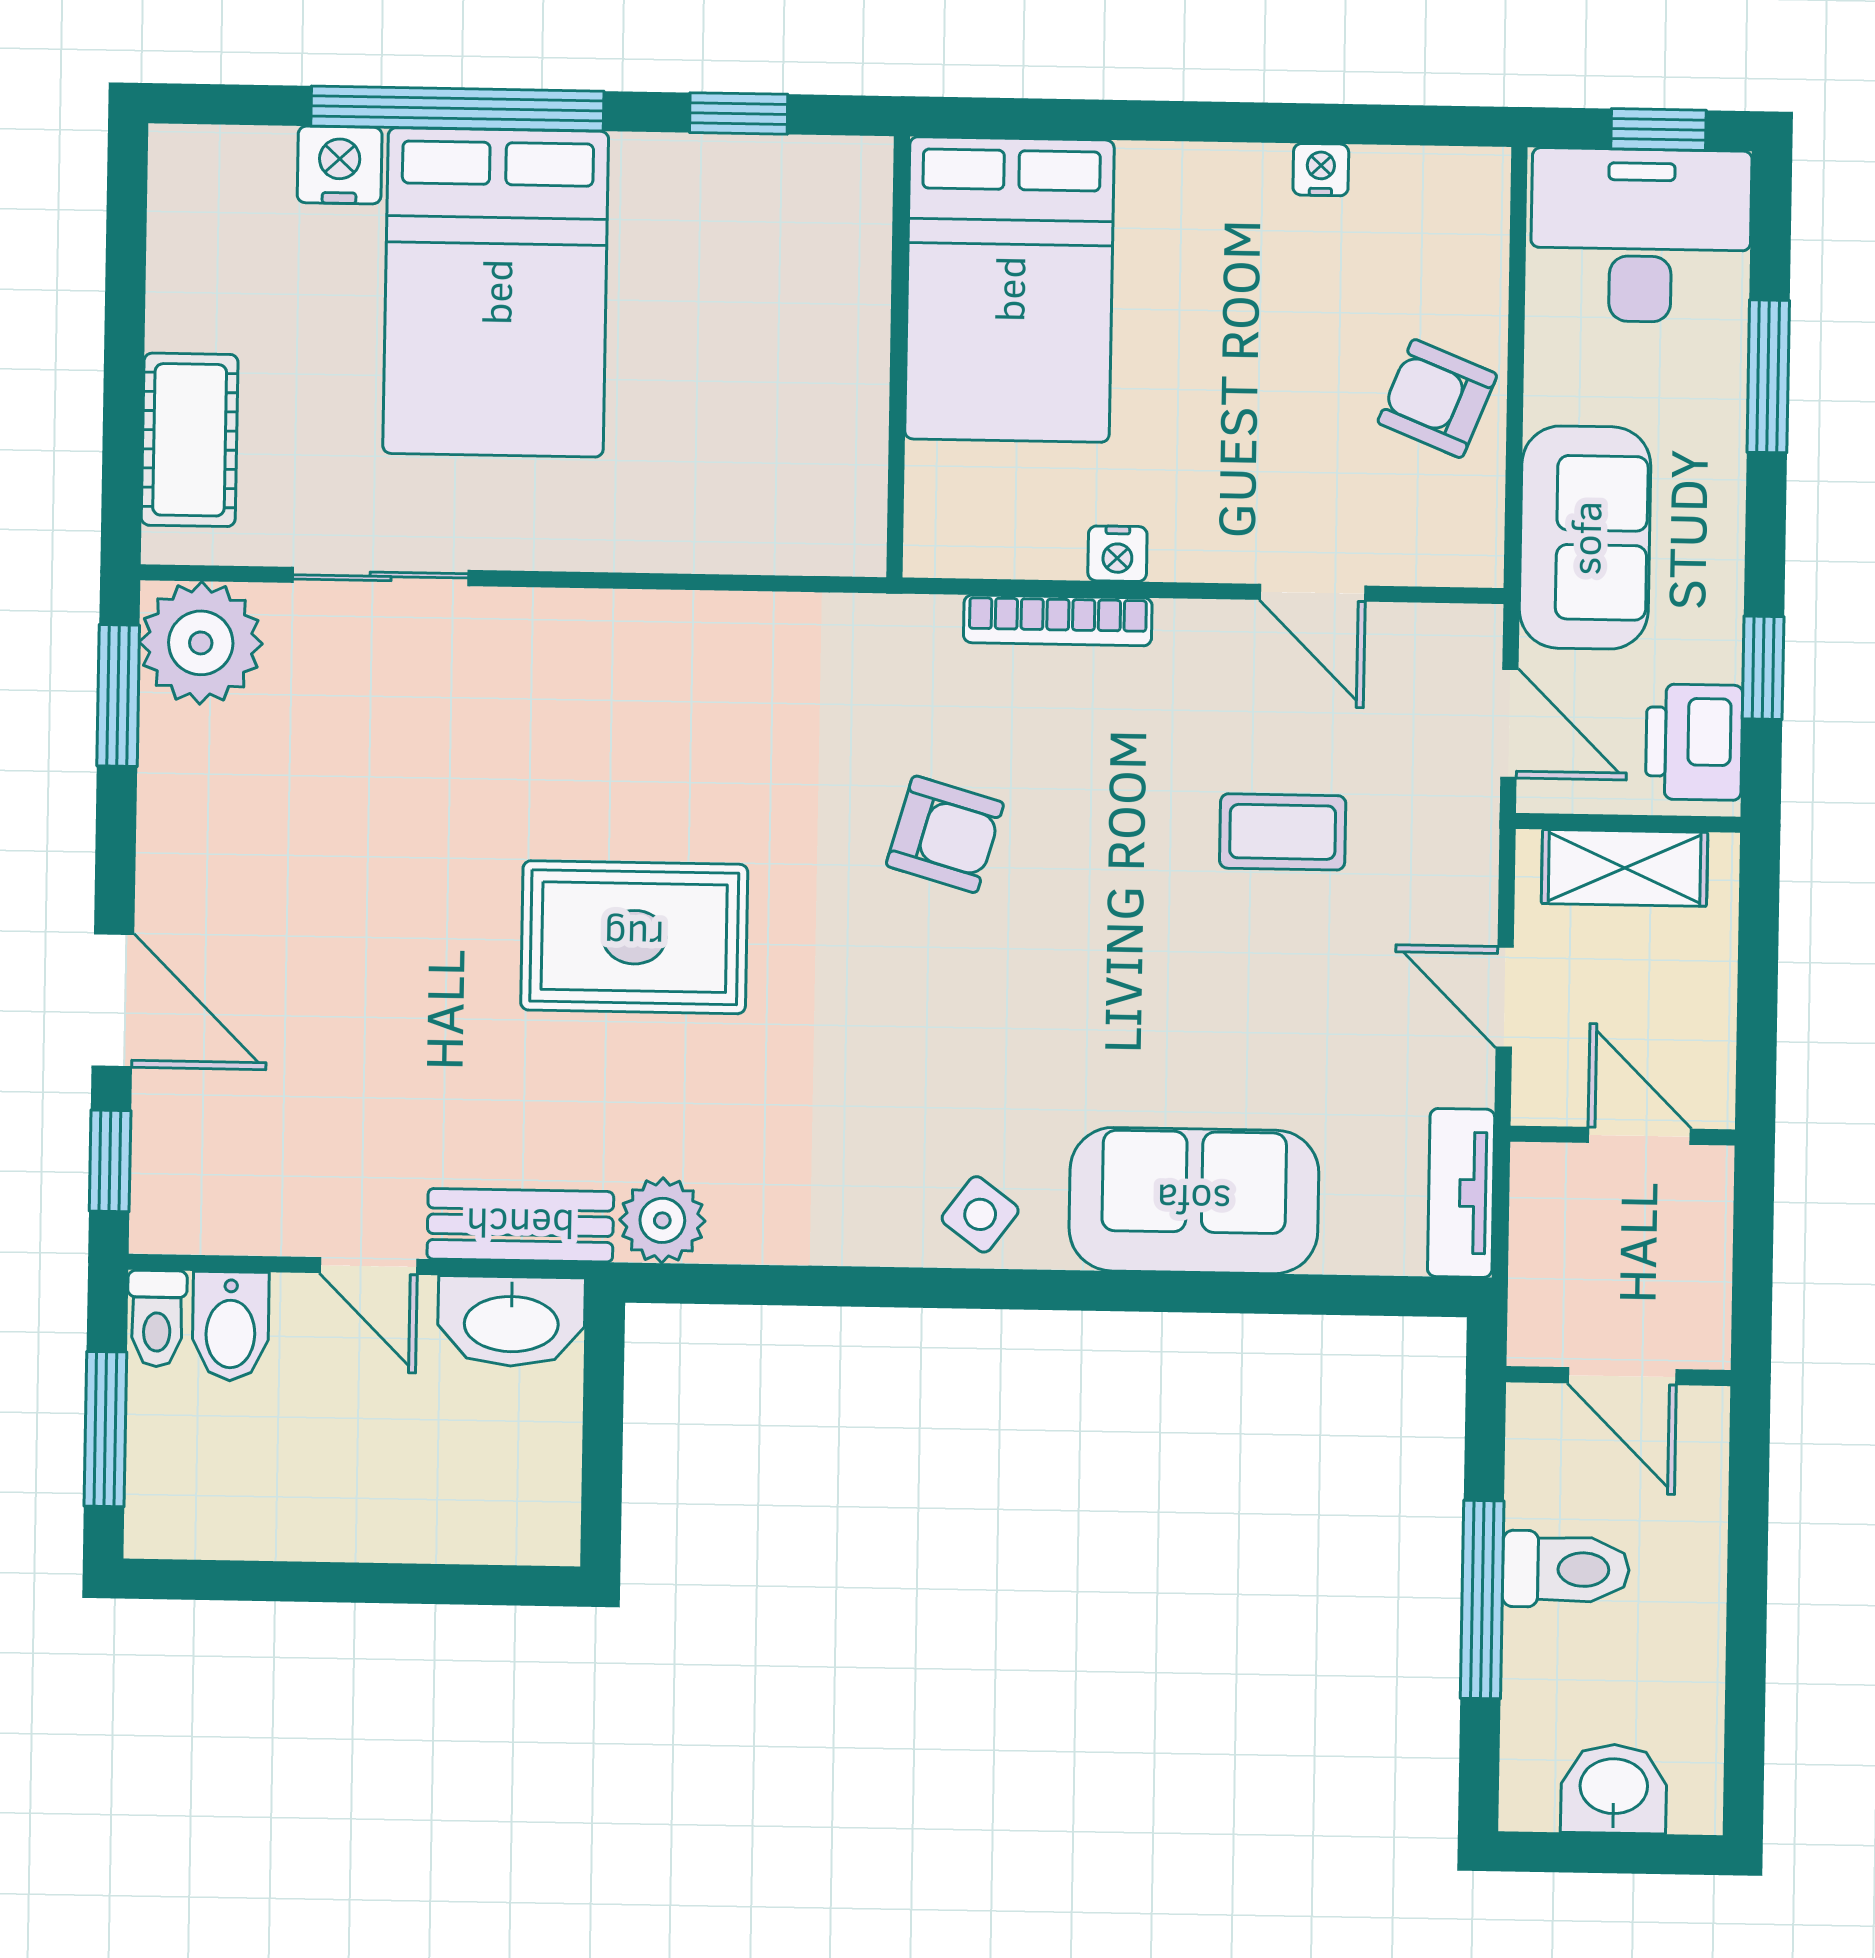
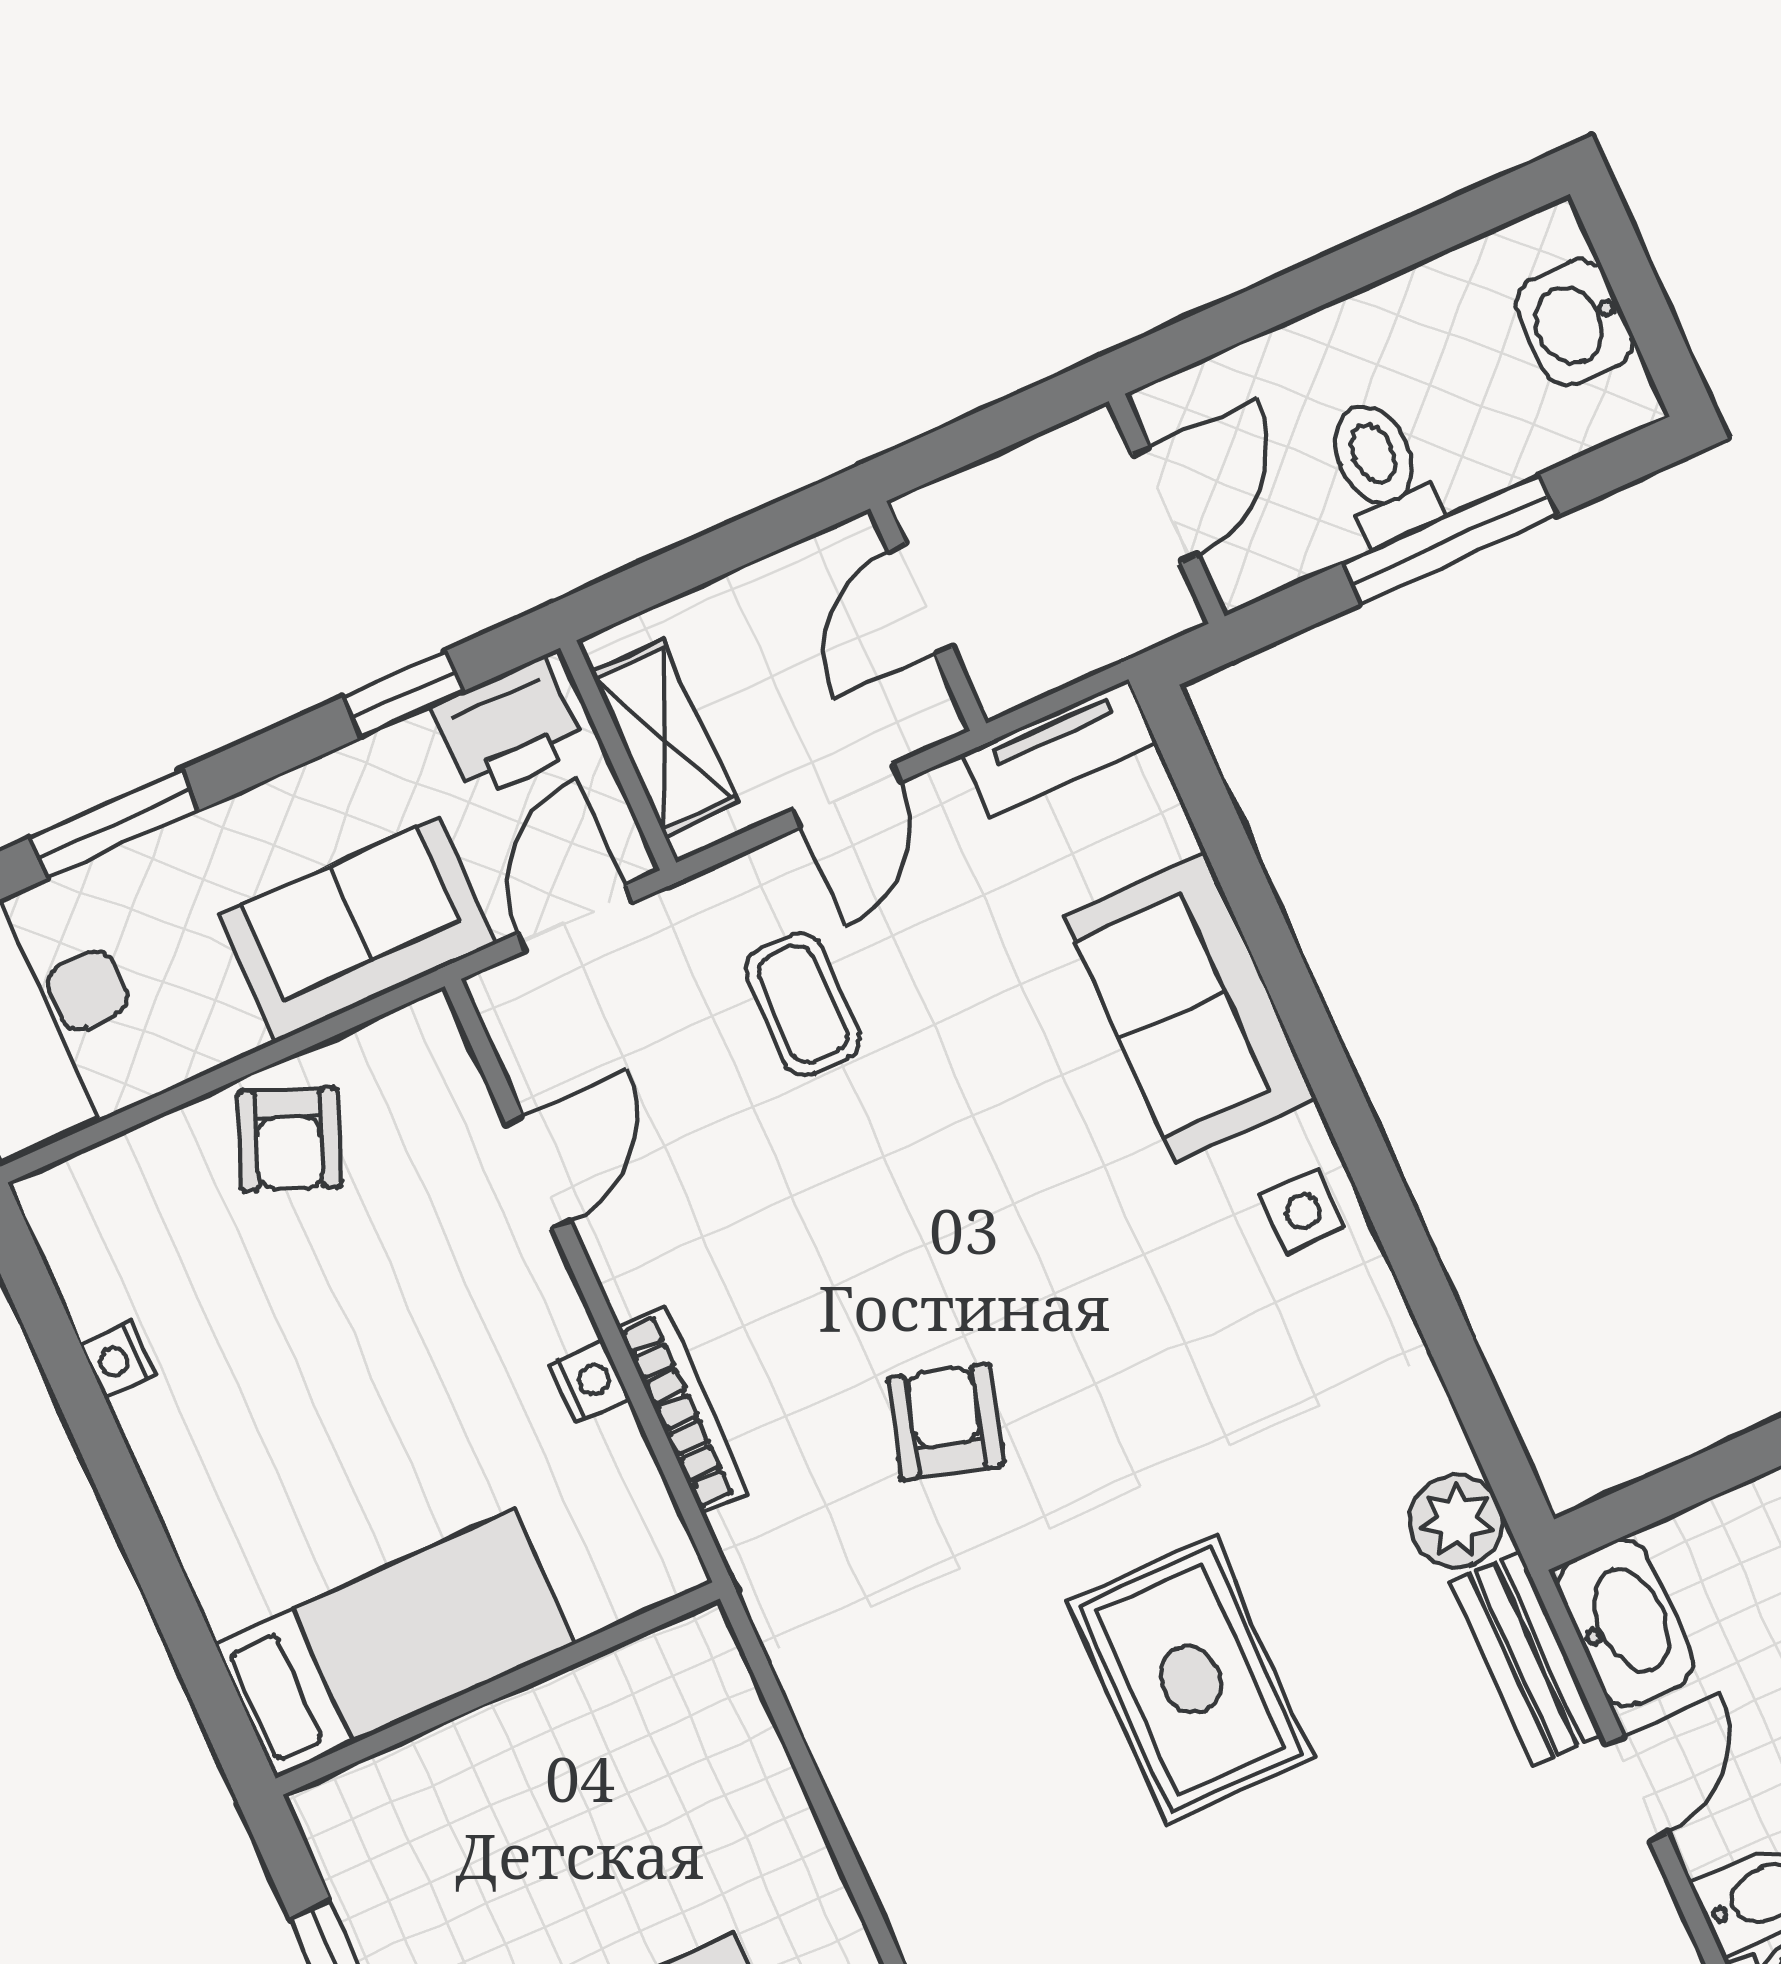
bed: (1009, 289) -> (395, 1644), width x0.67
coffee table: (1283, 832) -> (803, 1004), moved
side table: (980, 1214) -> (1303, 1211), turned -37

